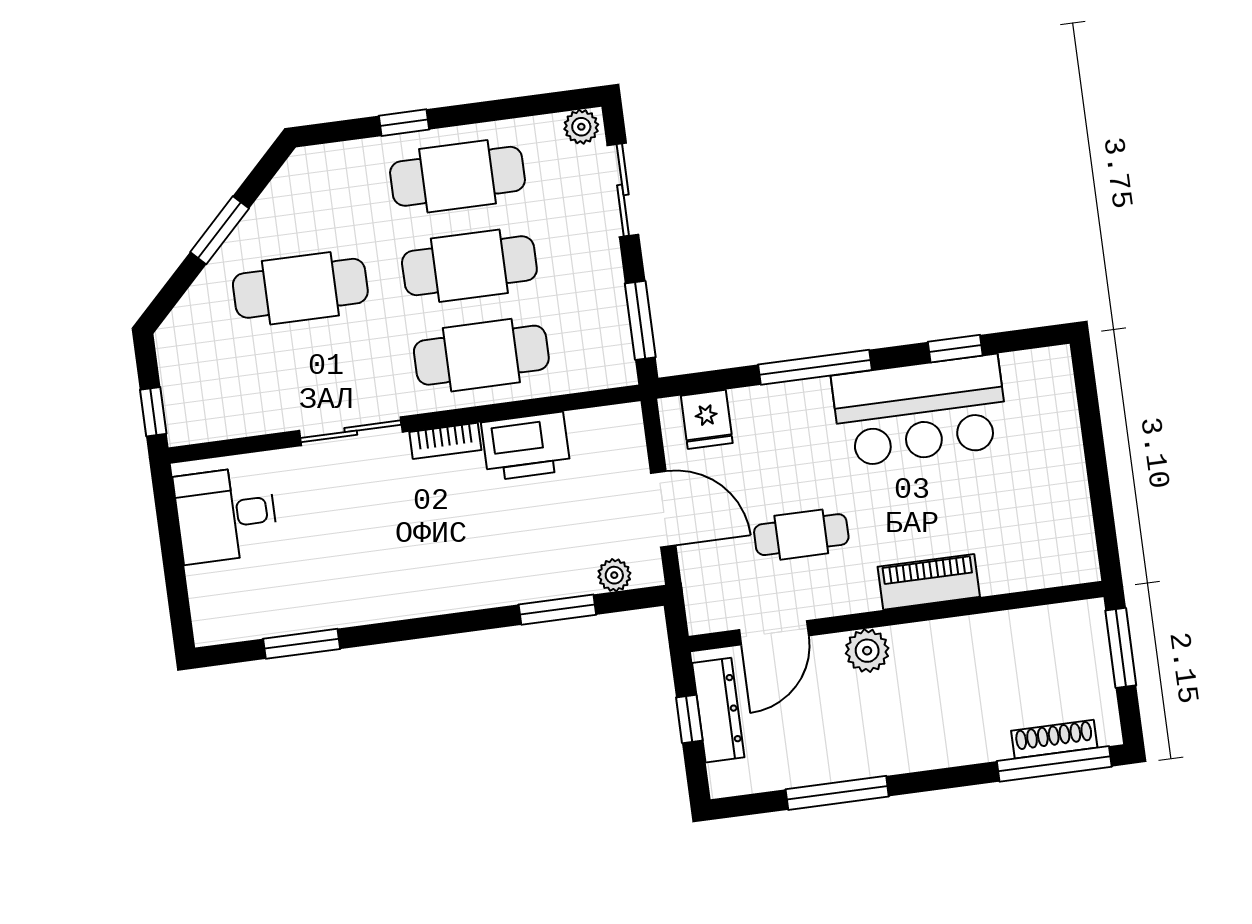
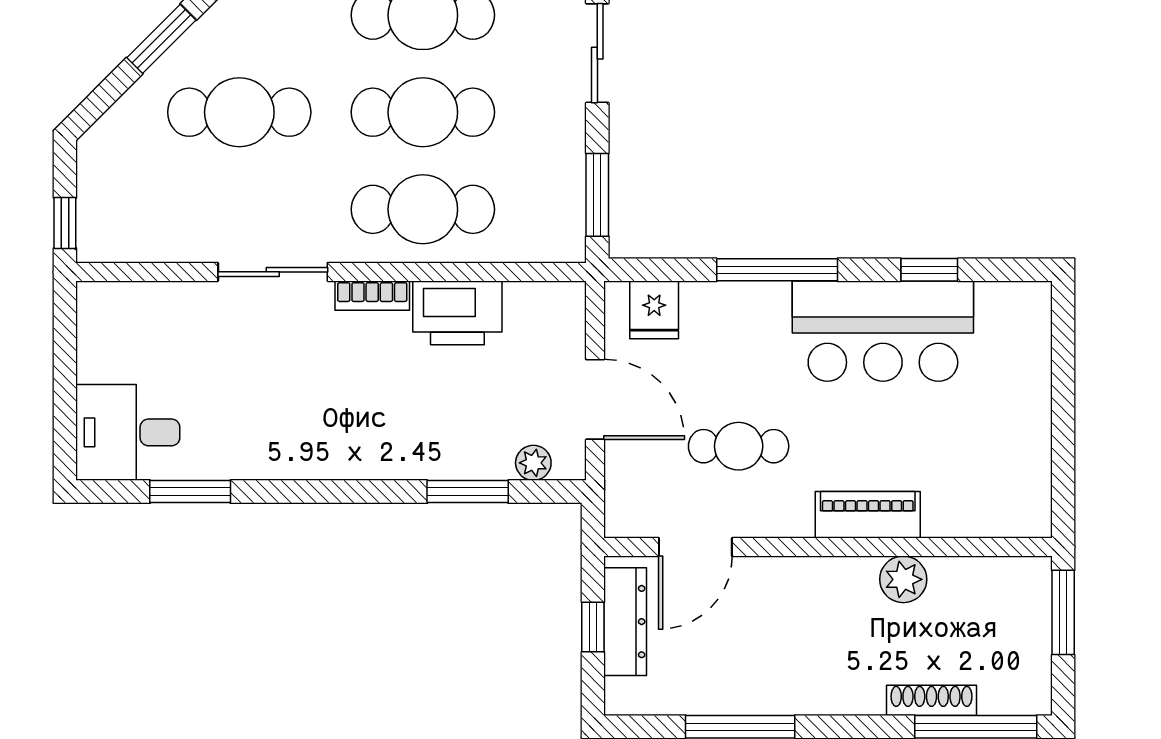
desk: (226, 515) -> (128, 432), moved
plant: (867, 651) -> (903, 579), moved
shoe rack: (1054, 739) -> (931, 700), moved

